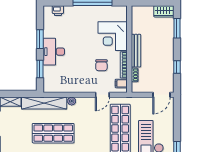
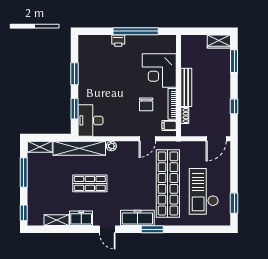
printer: (58, 11) -> (118, 41), moved
desk: (54, 52) -> (91, 120), moved
shop shelf: (53, 133) -> (90, 183), width x0.70, depth x0.74

